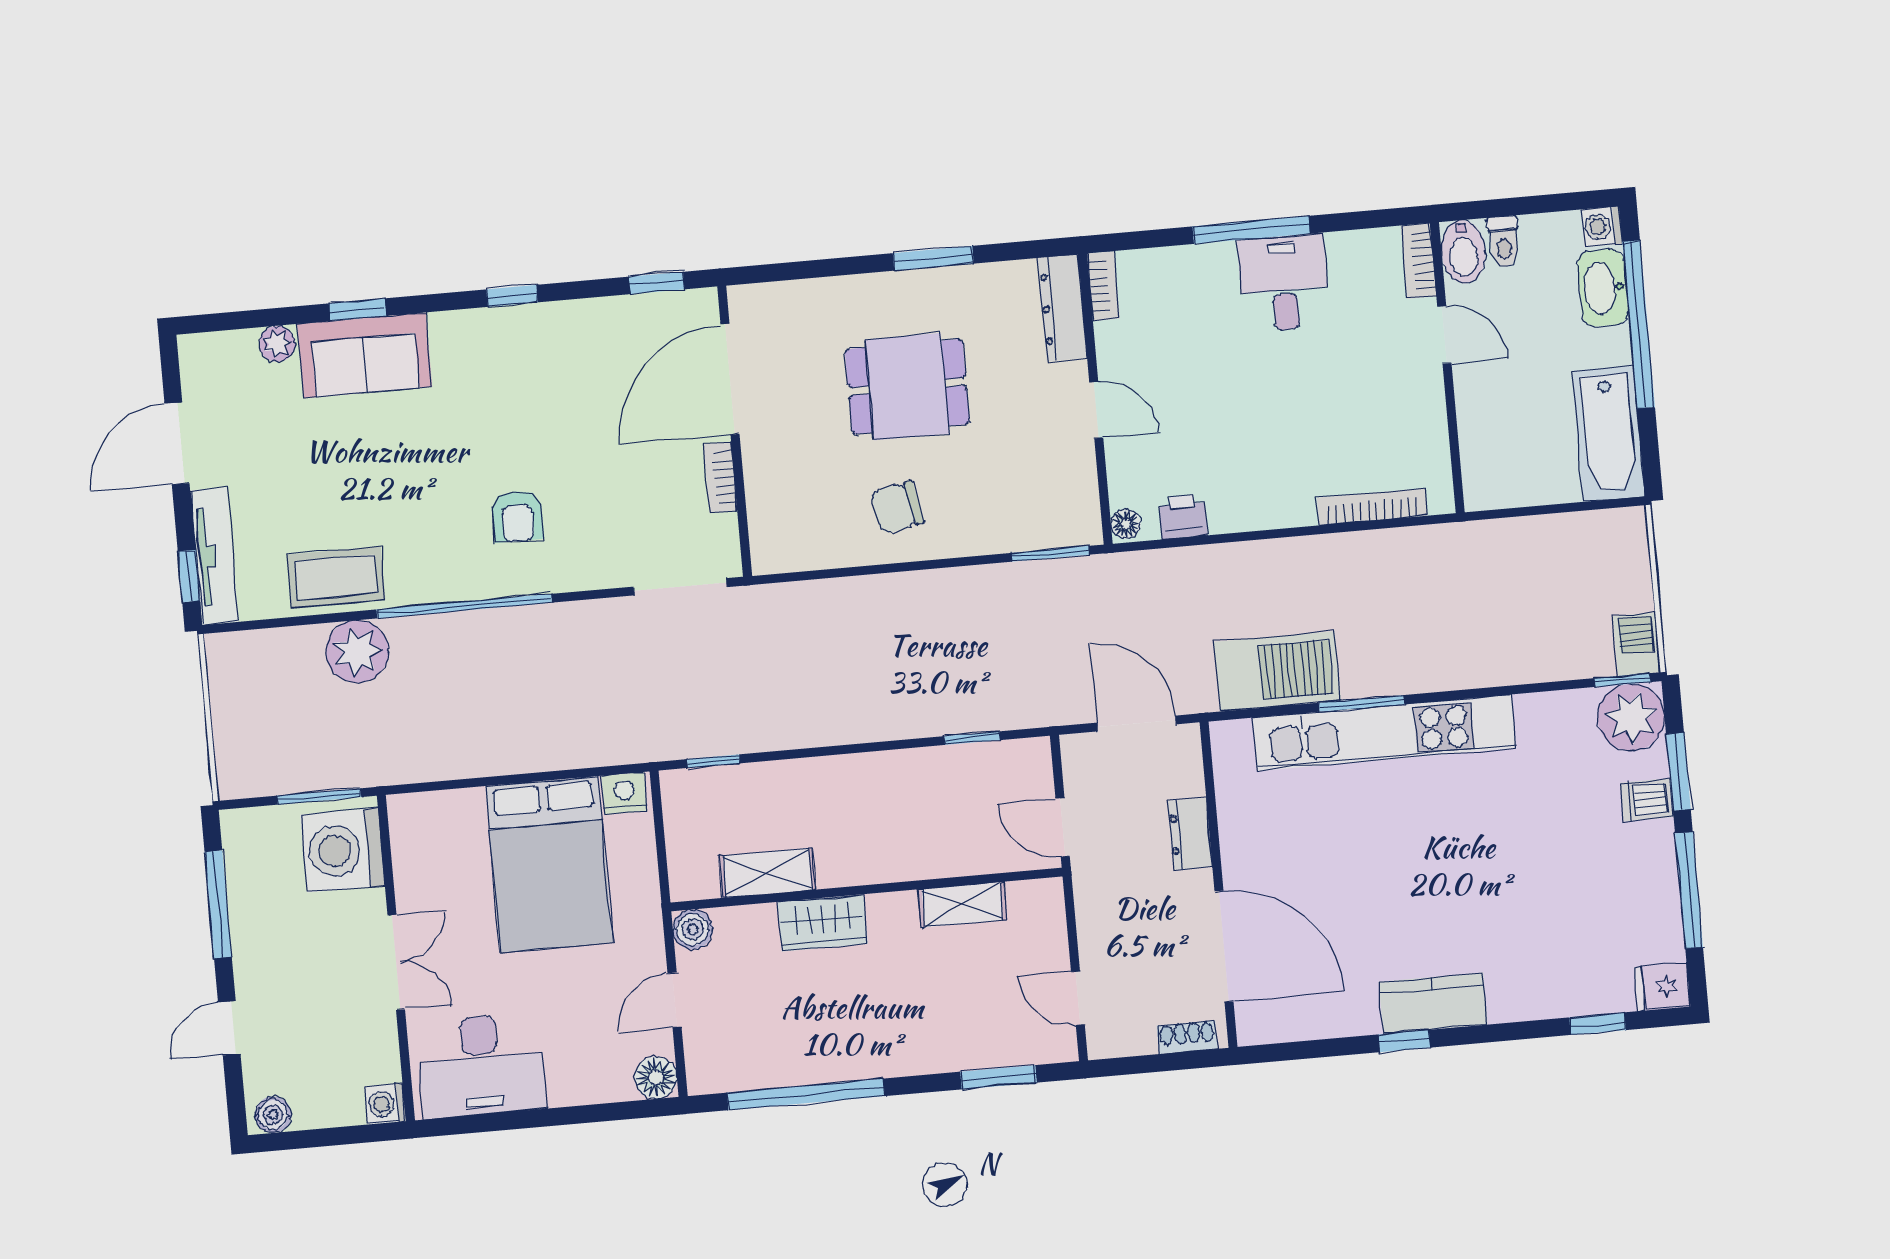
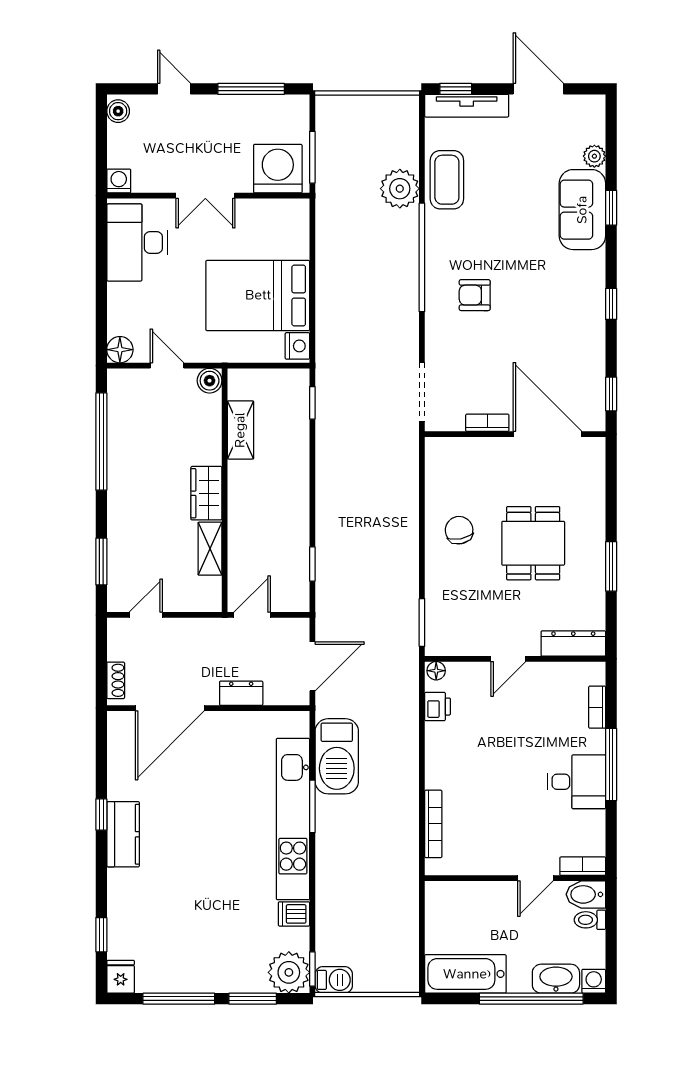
bookcase: (1103, 286) -> (597, 707), moved, turned 90
dishwasher: (1647, 800) -> (294, 914), moved, turned -90
wardrobe: (823, 923) -> (206, 493), moved

